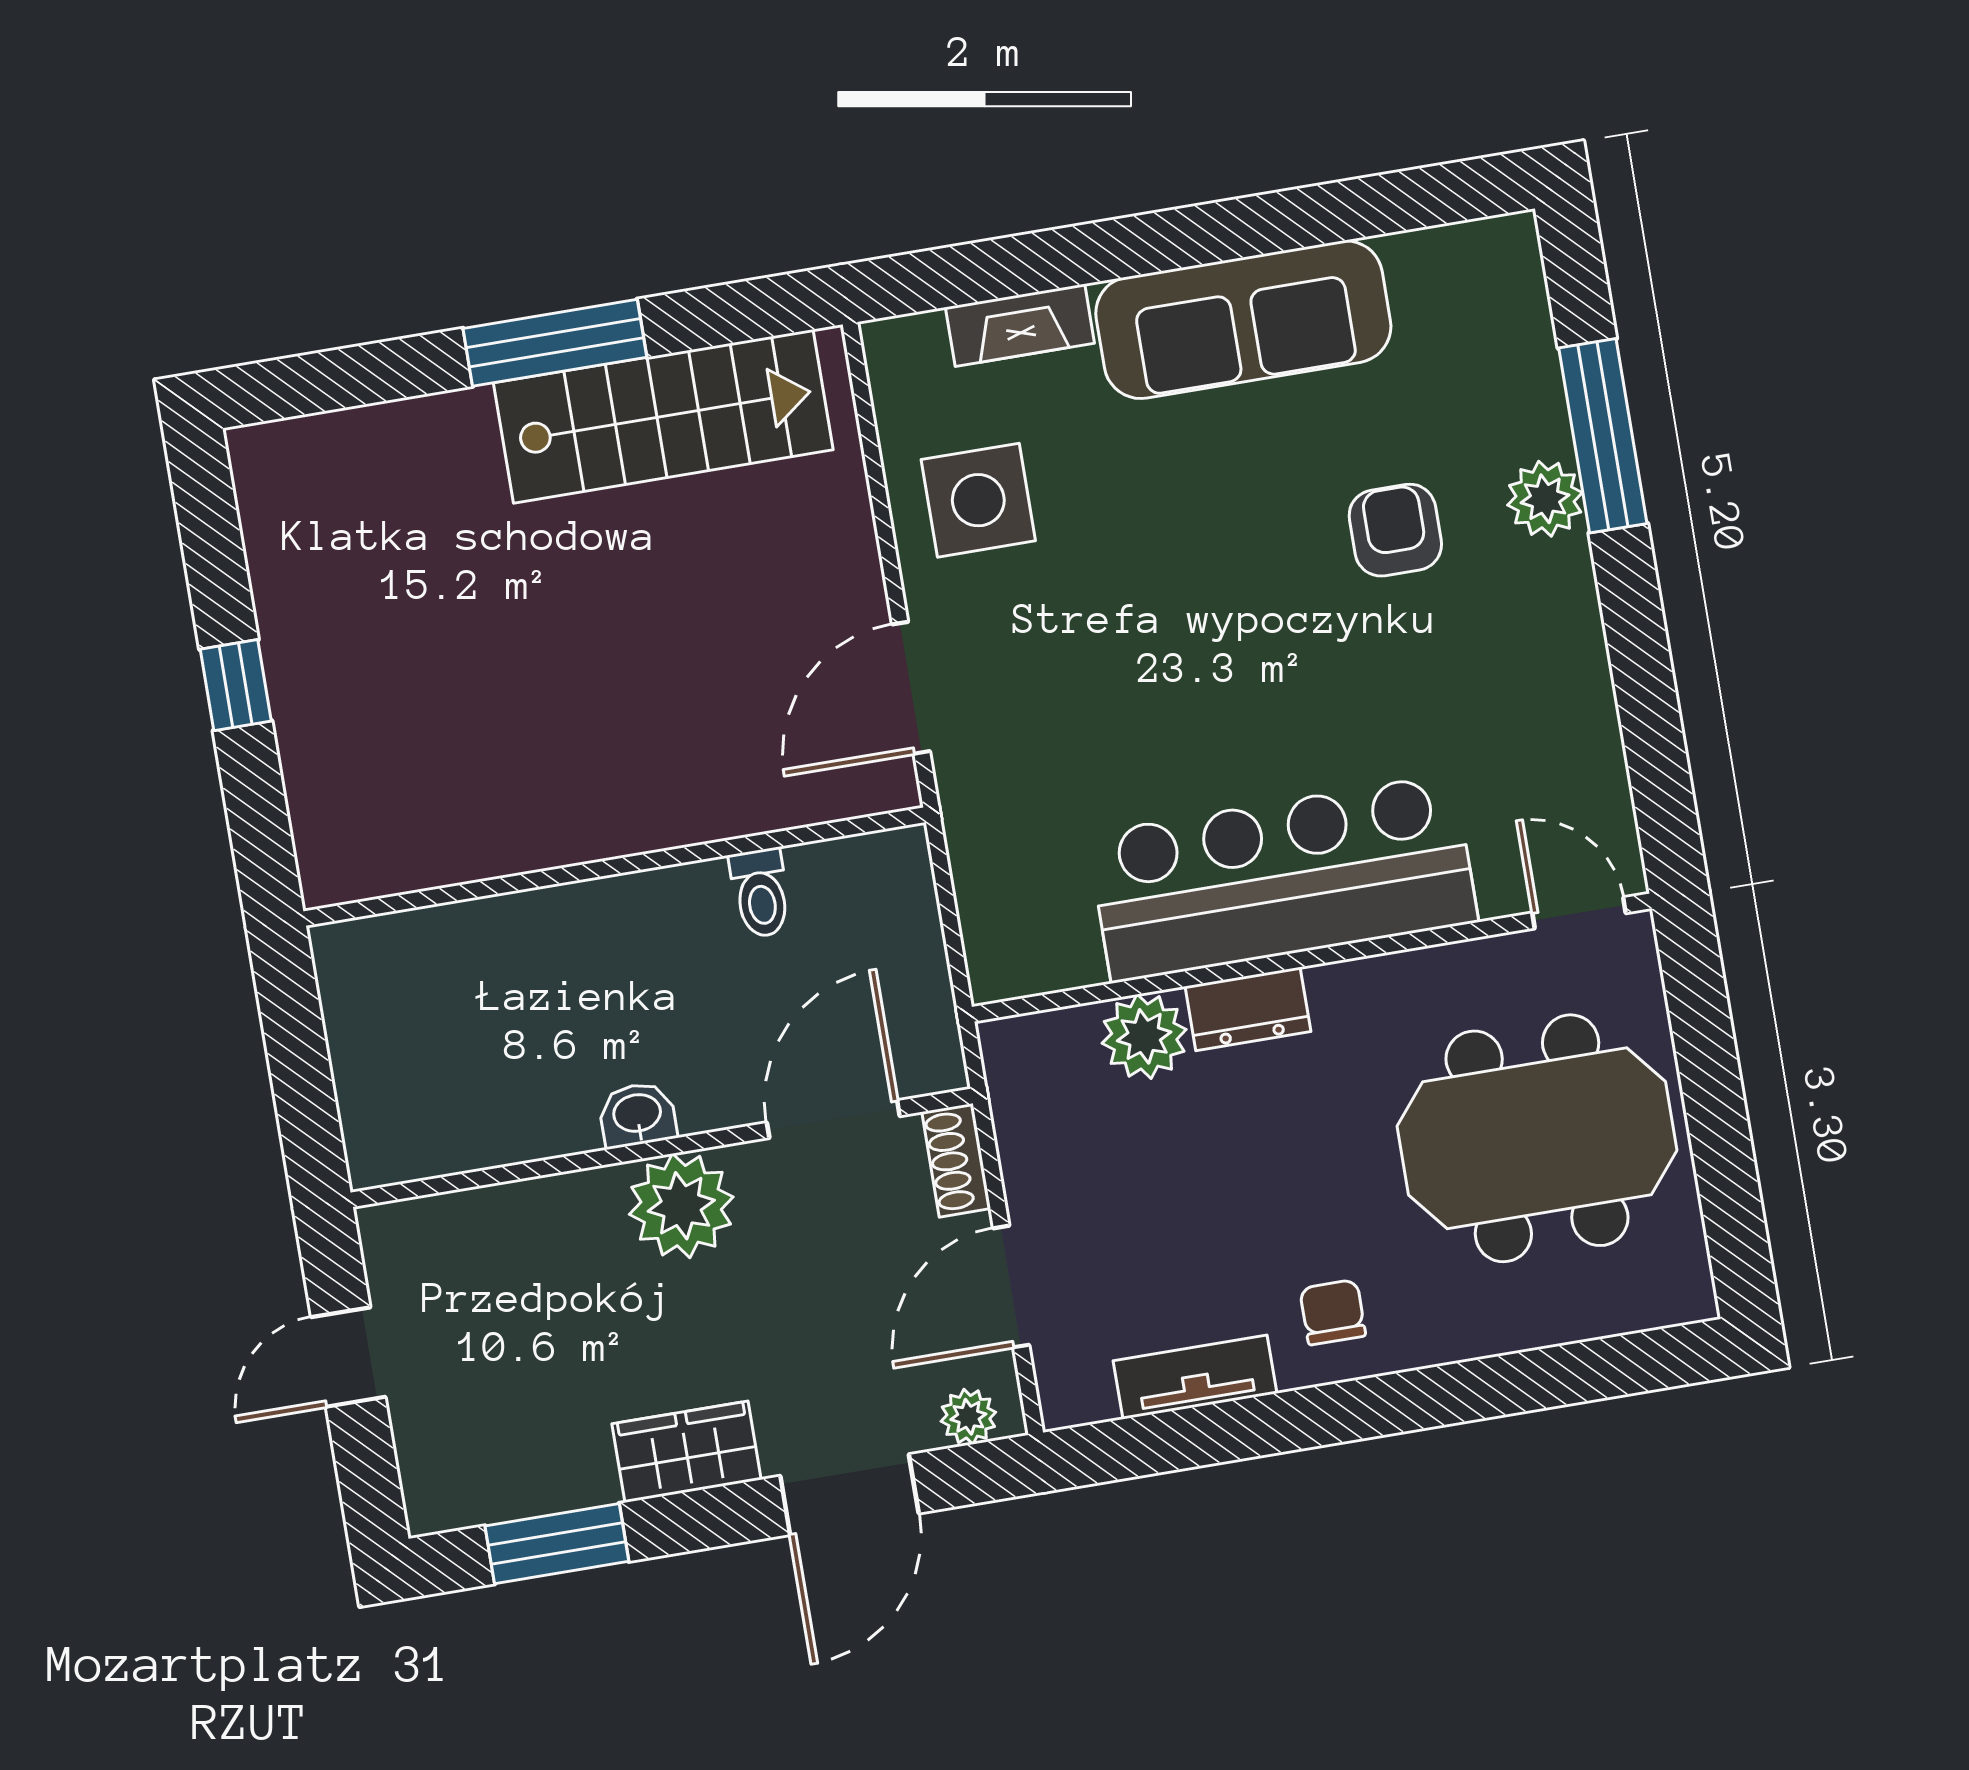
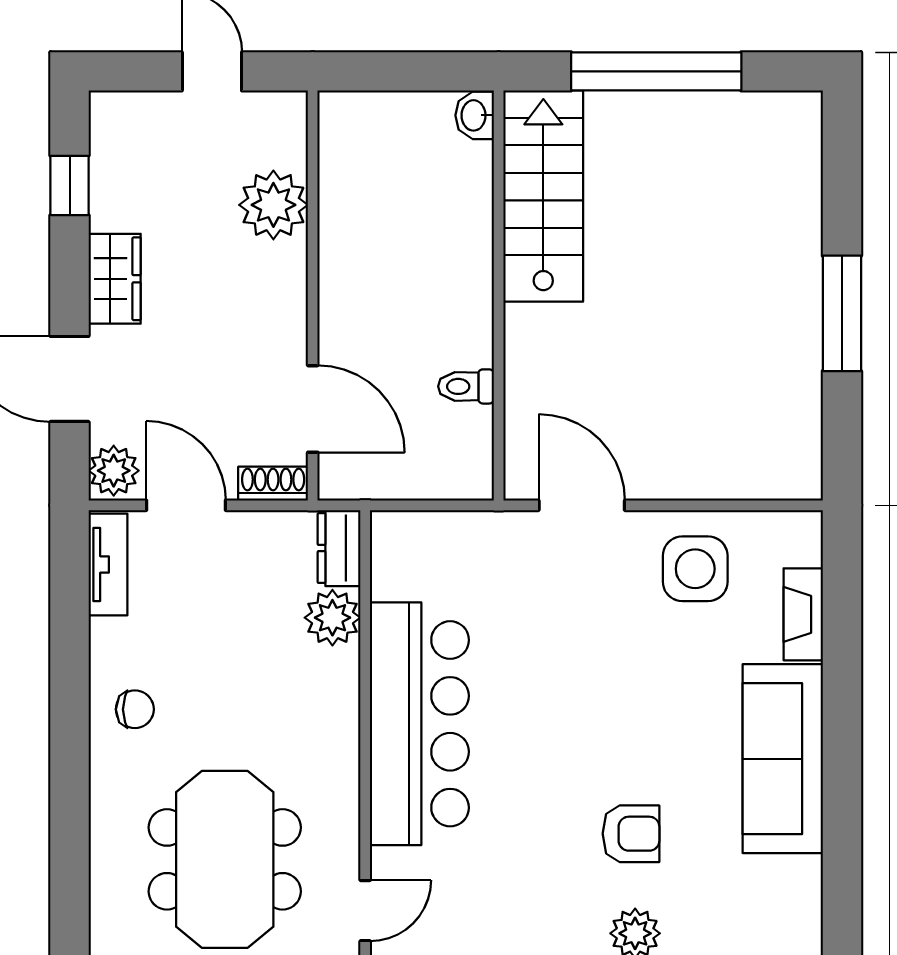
stairs: (663, 416) -> (543, 196), moved, turned 180
window: (236, 685) -> (656, 71), width x3.17
dresser: (1248, 1009) -> (339, 548), moved
washbasin: (637, 1115) -> (475, 115), moved, turned 180
plant: (681, 1206) -> (273, 205), moved
tv unit: (1195, 1377) -> (108, 564), moved
plant: (968, 1417) -> (114, 471), width x1.38, depth x1.38
window: (557, 1544) -> (70, 185), width x0.67

